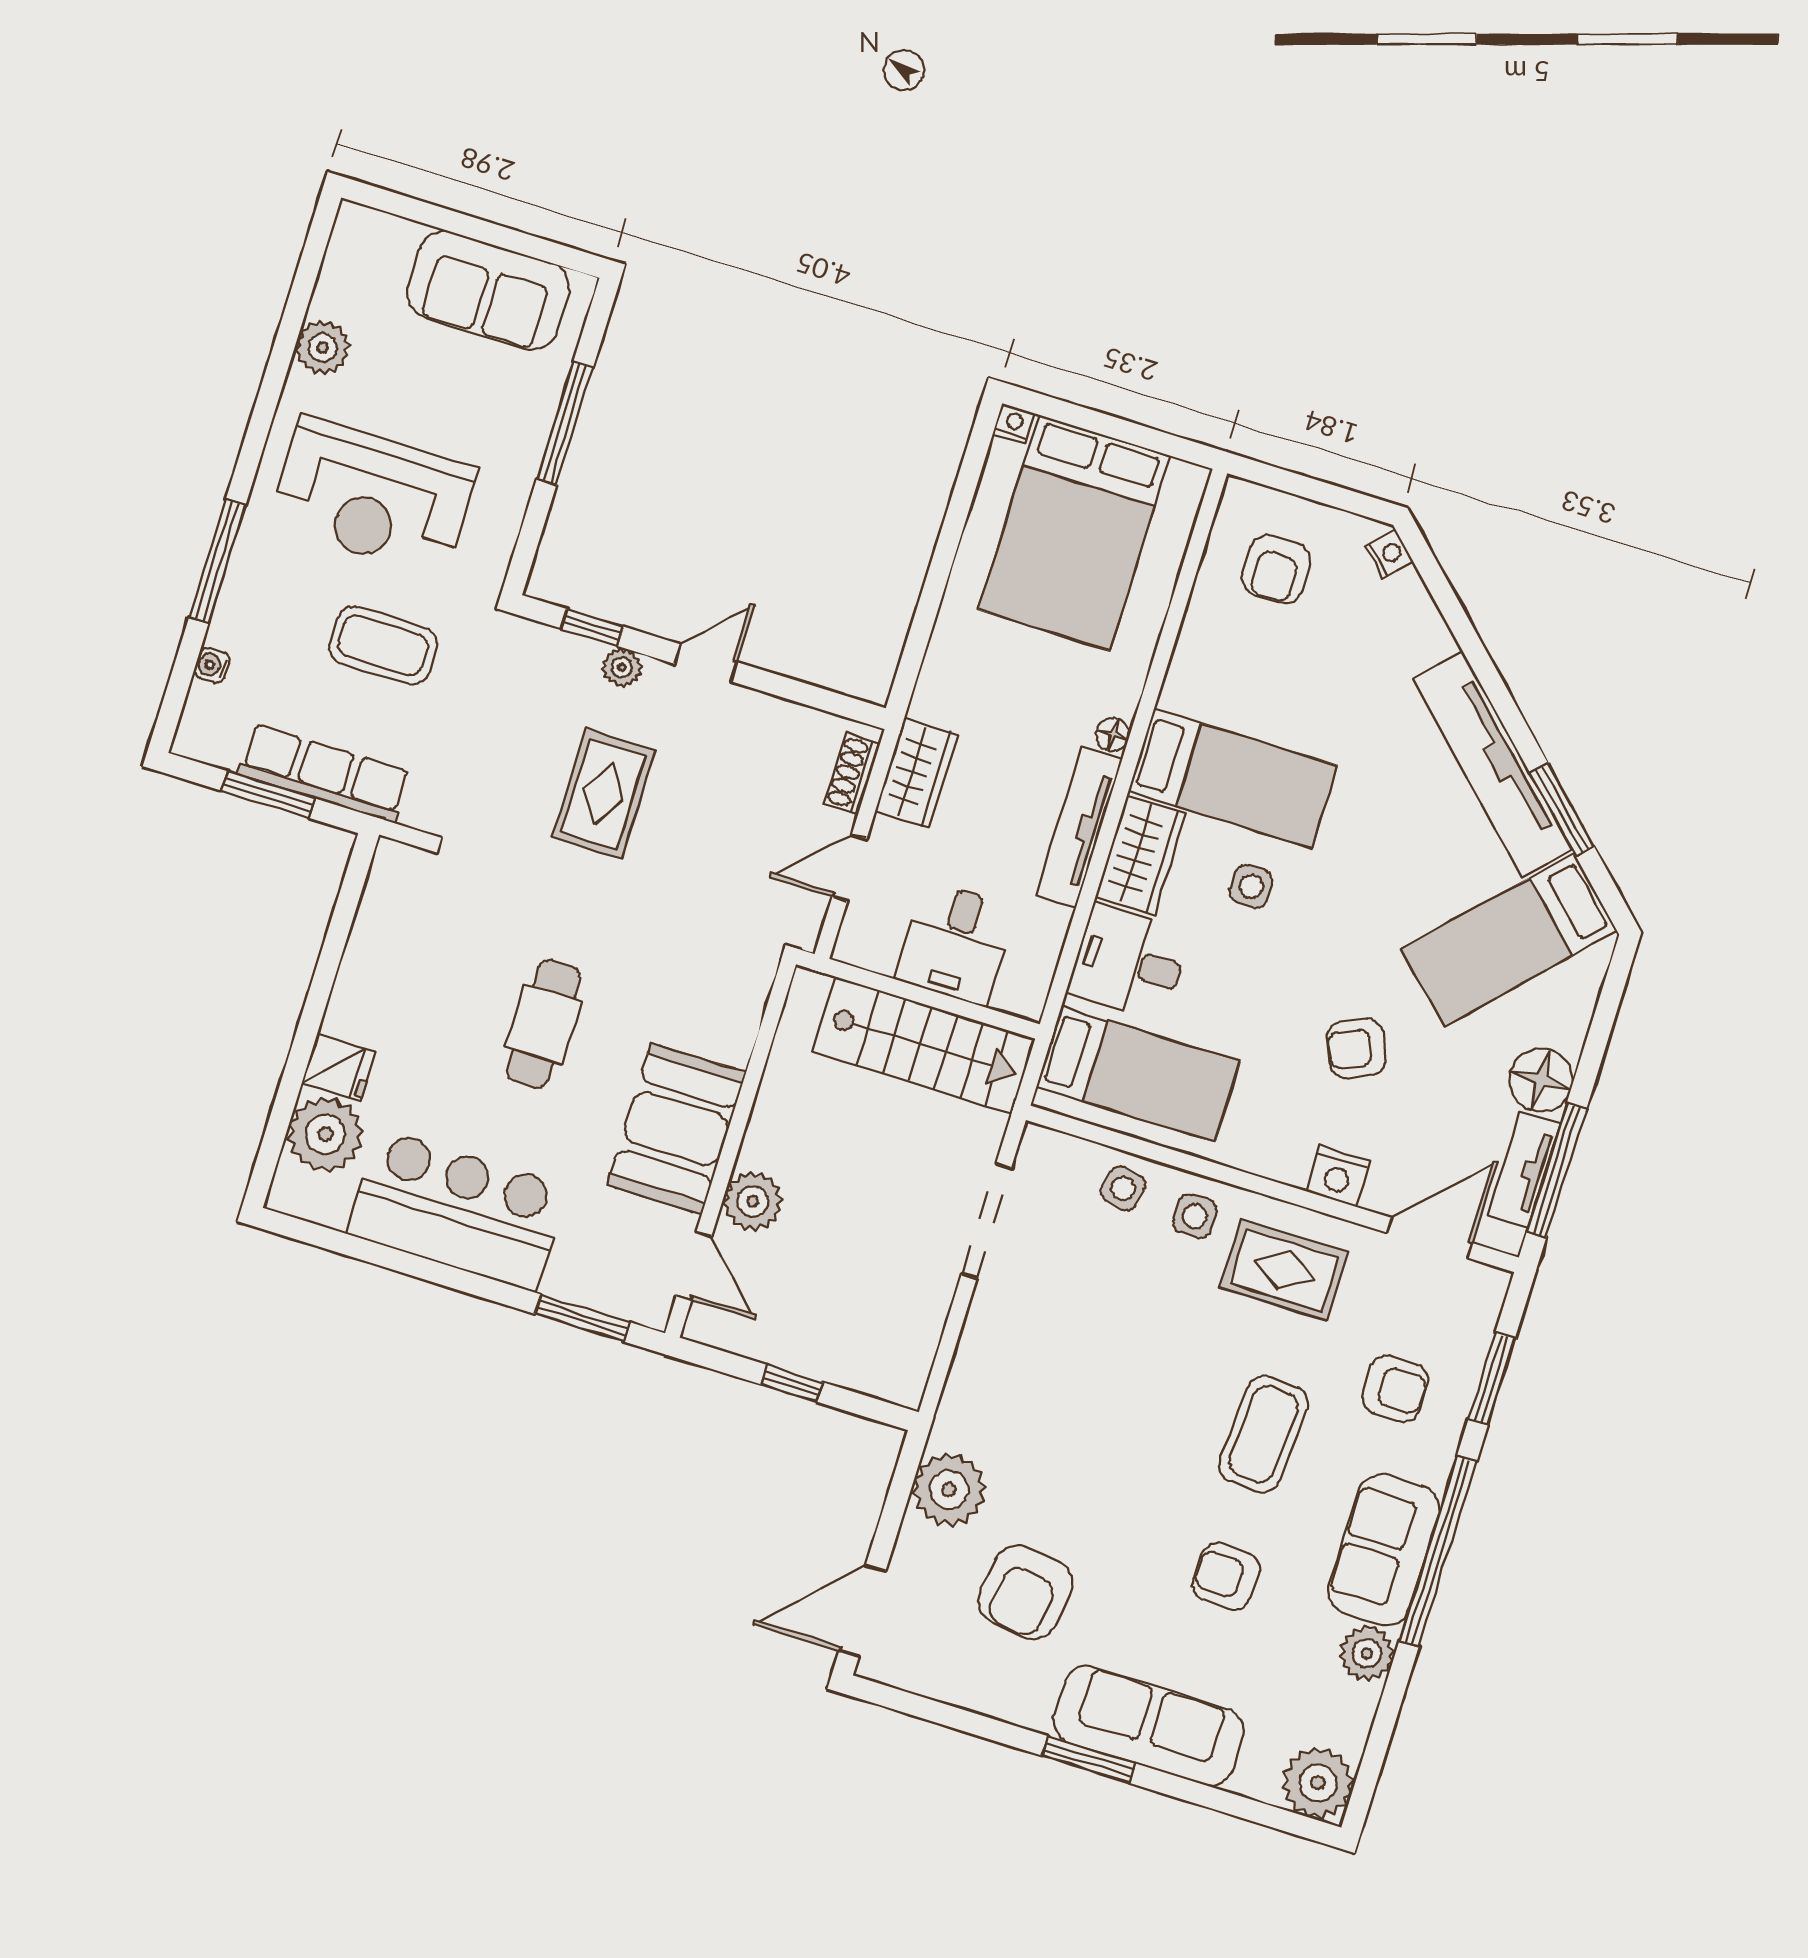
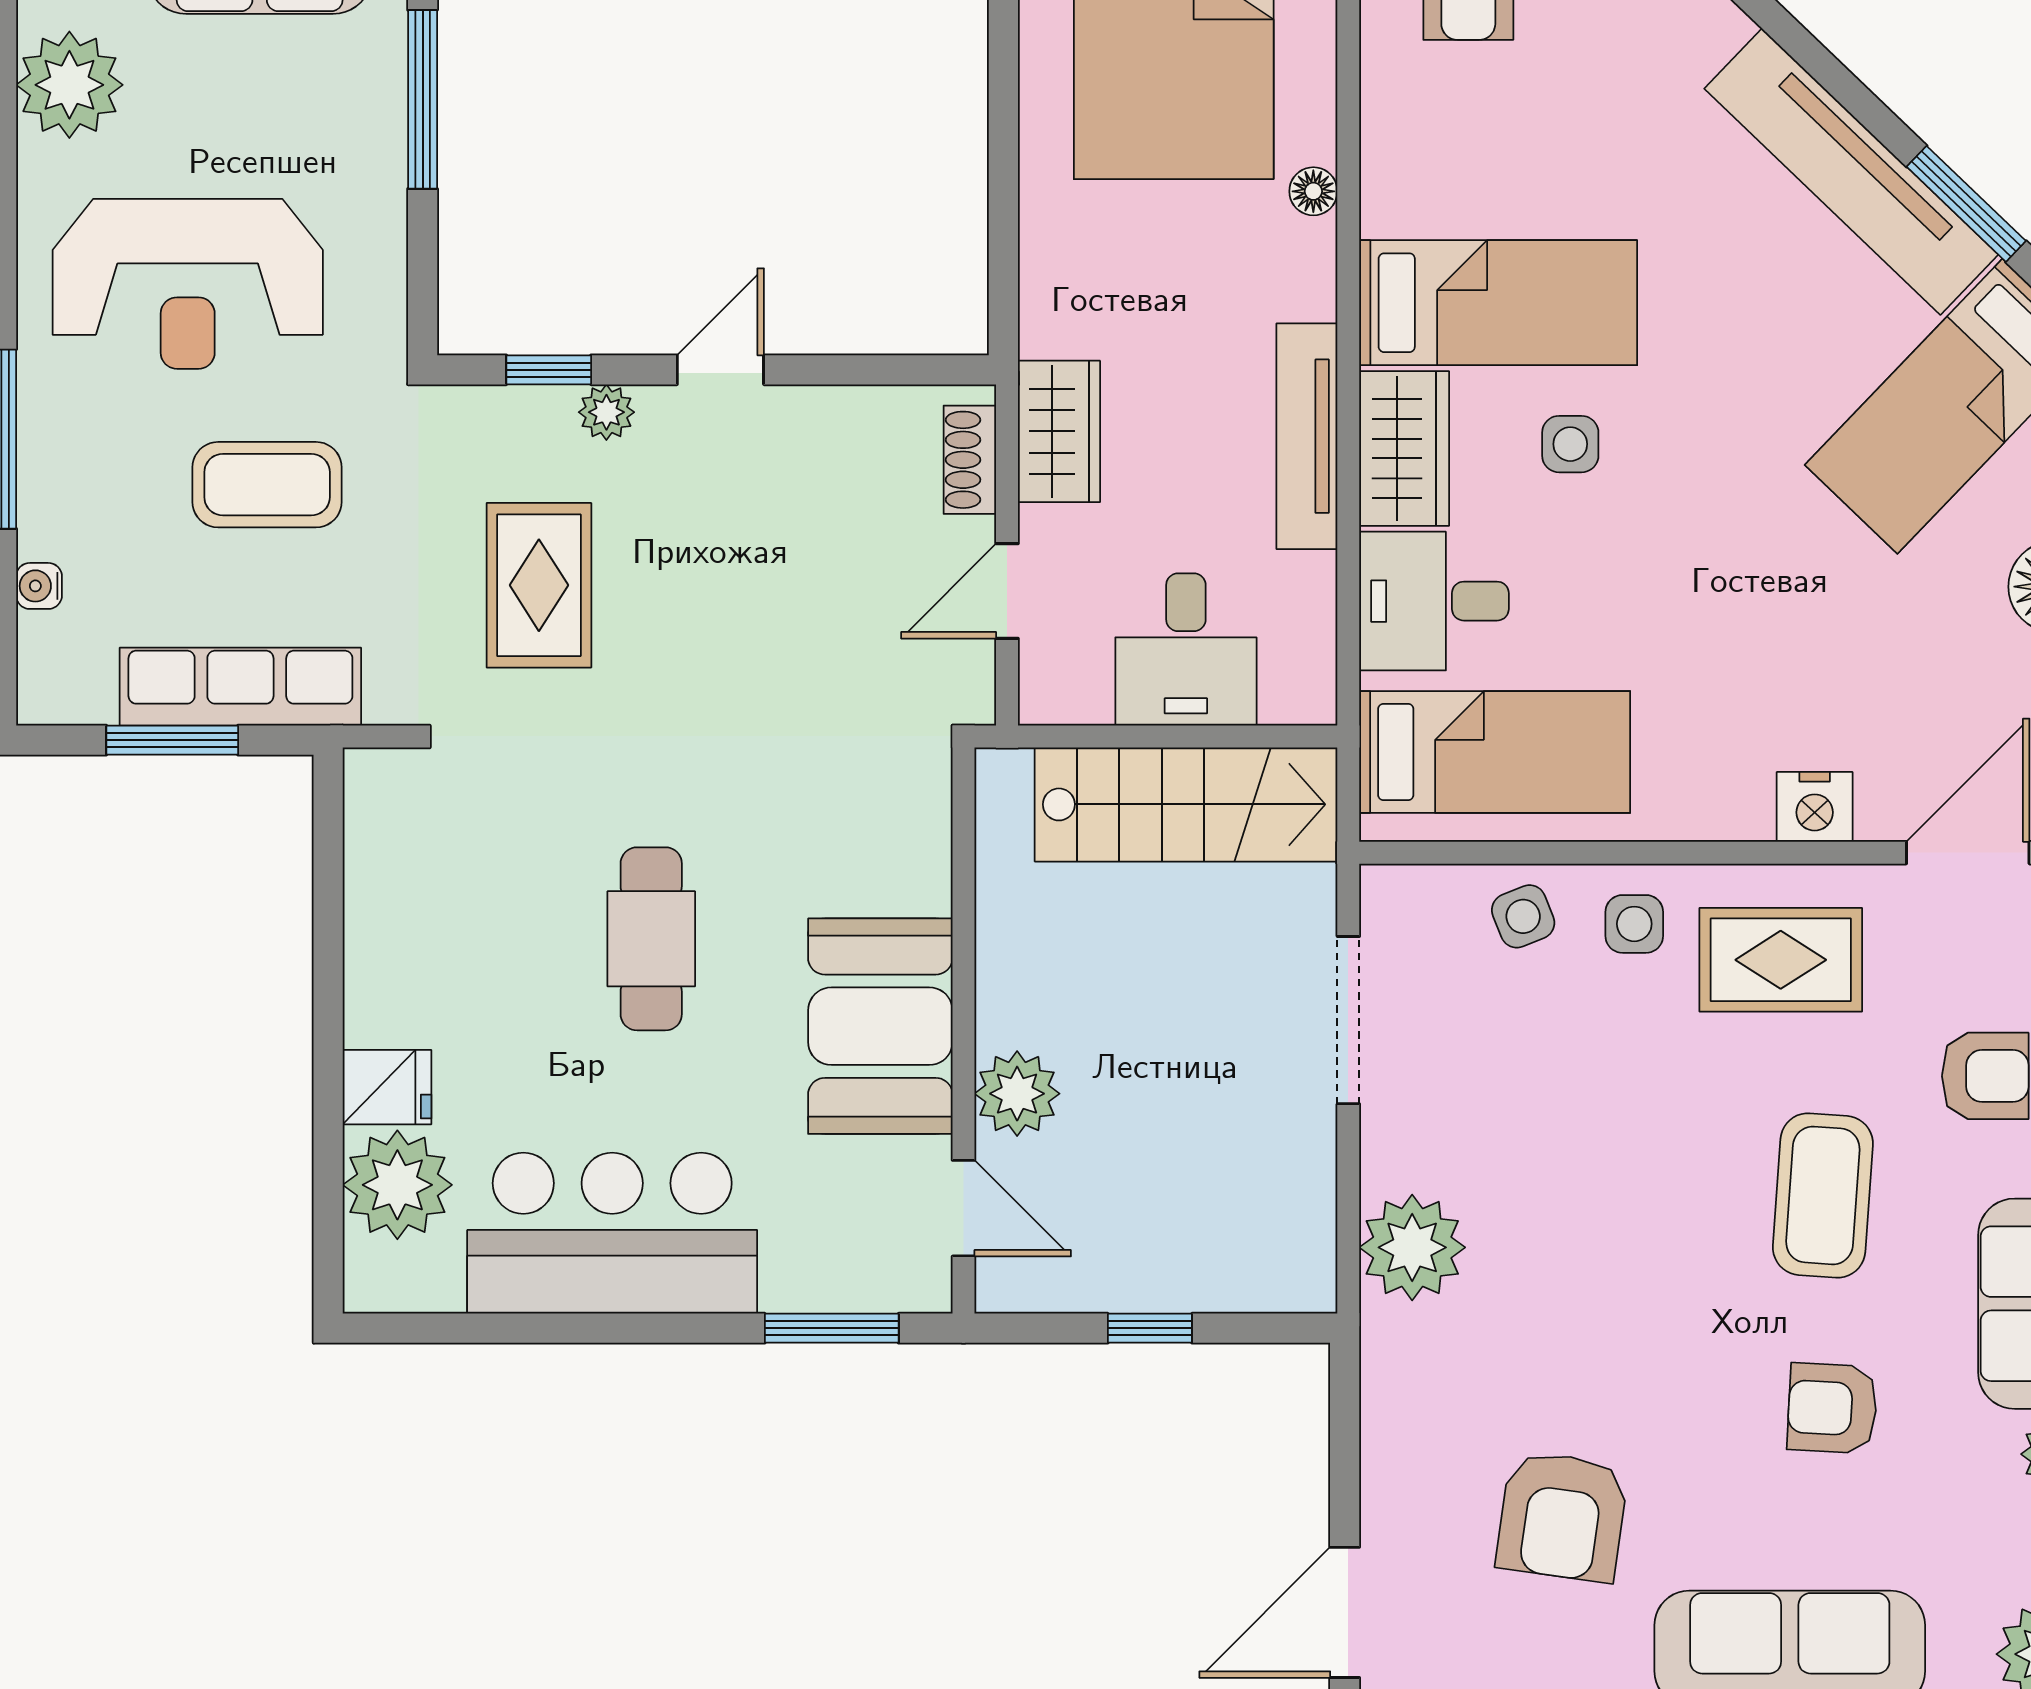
plant: (323, 348) -> (69, 85), width x1.36, depth x1.36
floor lamp: (1113, 734) -> (1313, 191), moved
rug: (604, 794) -> (539, 585), moved
armchair: (1357, 1048) -> (1786, 622), removed
side table: (1123, 1188) -> (1523, 916), turned -35
plant: (949, 1490) -> (1412, 1247), moved

